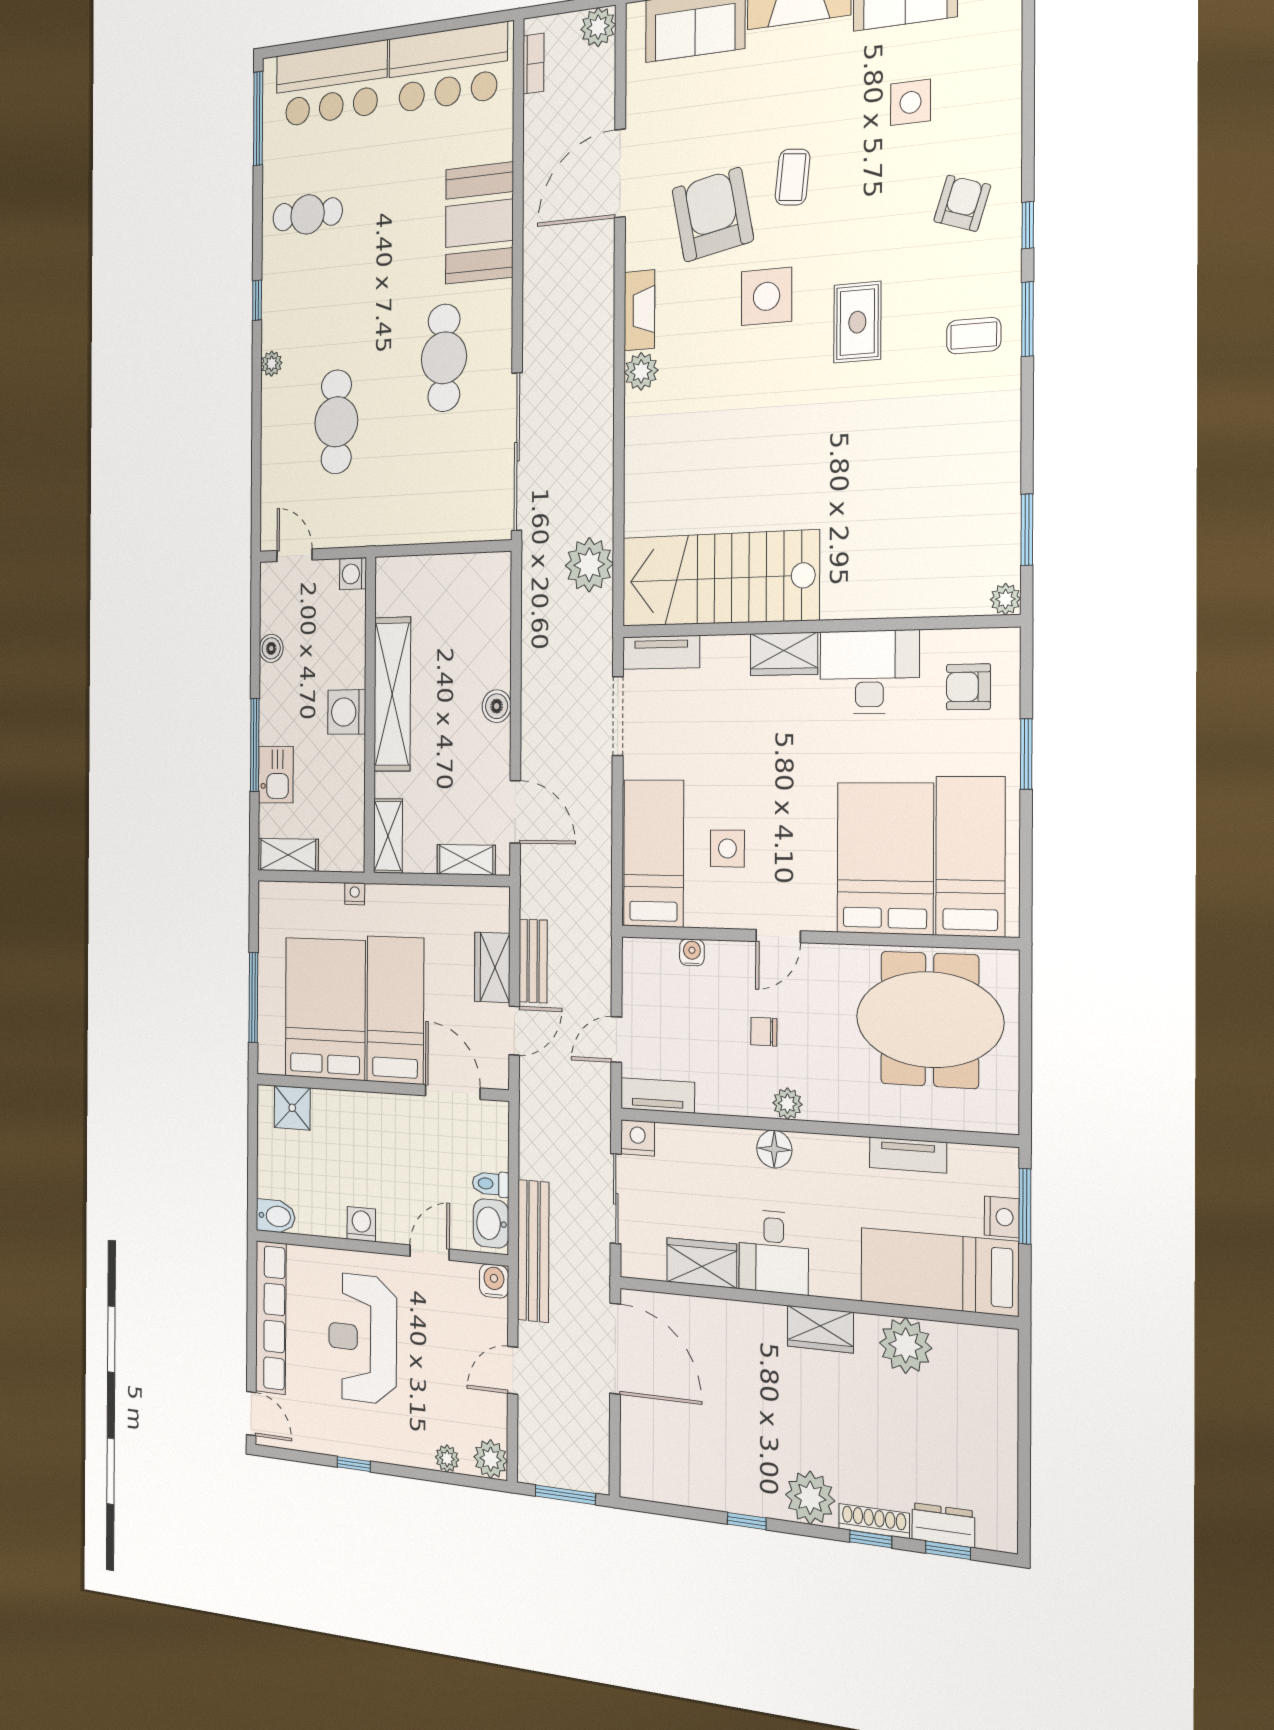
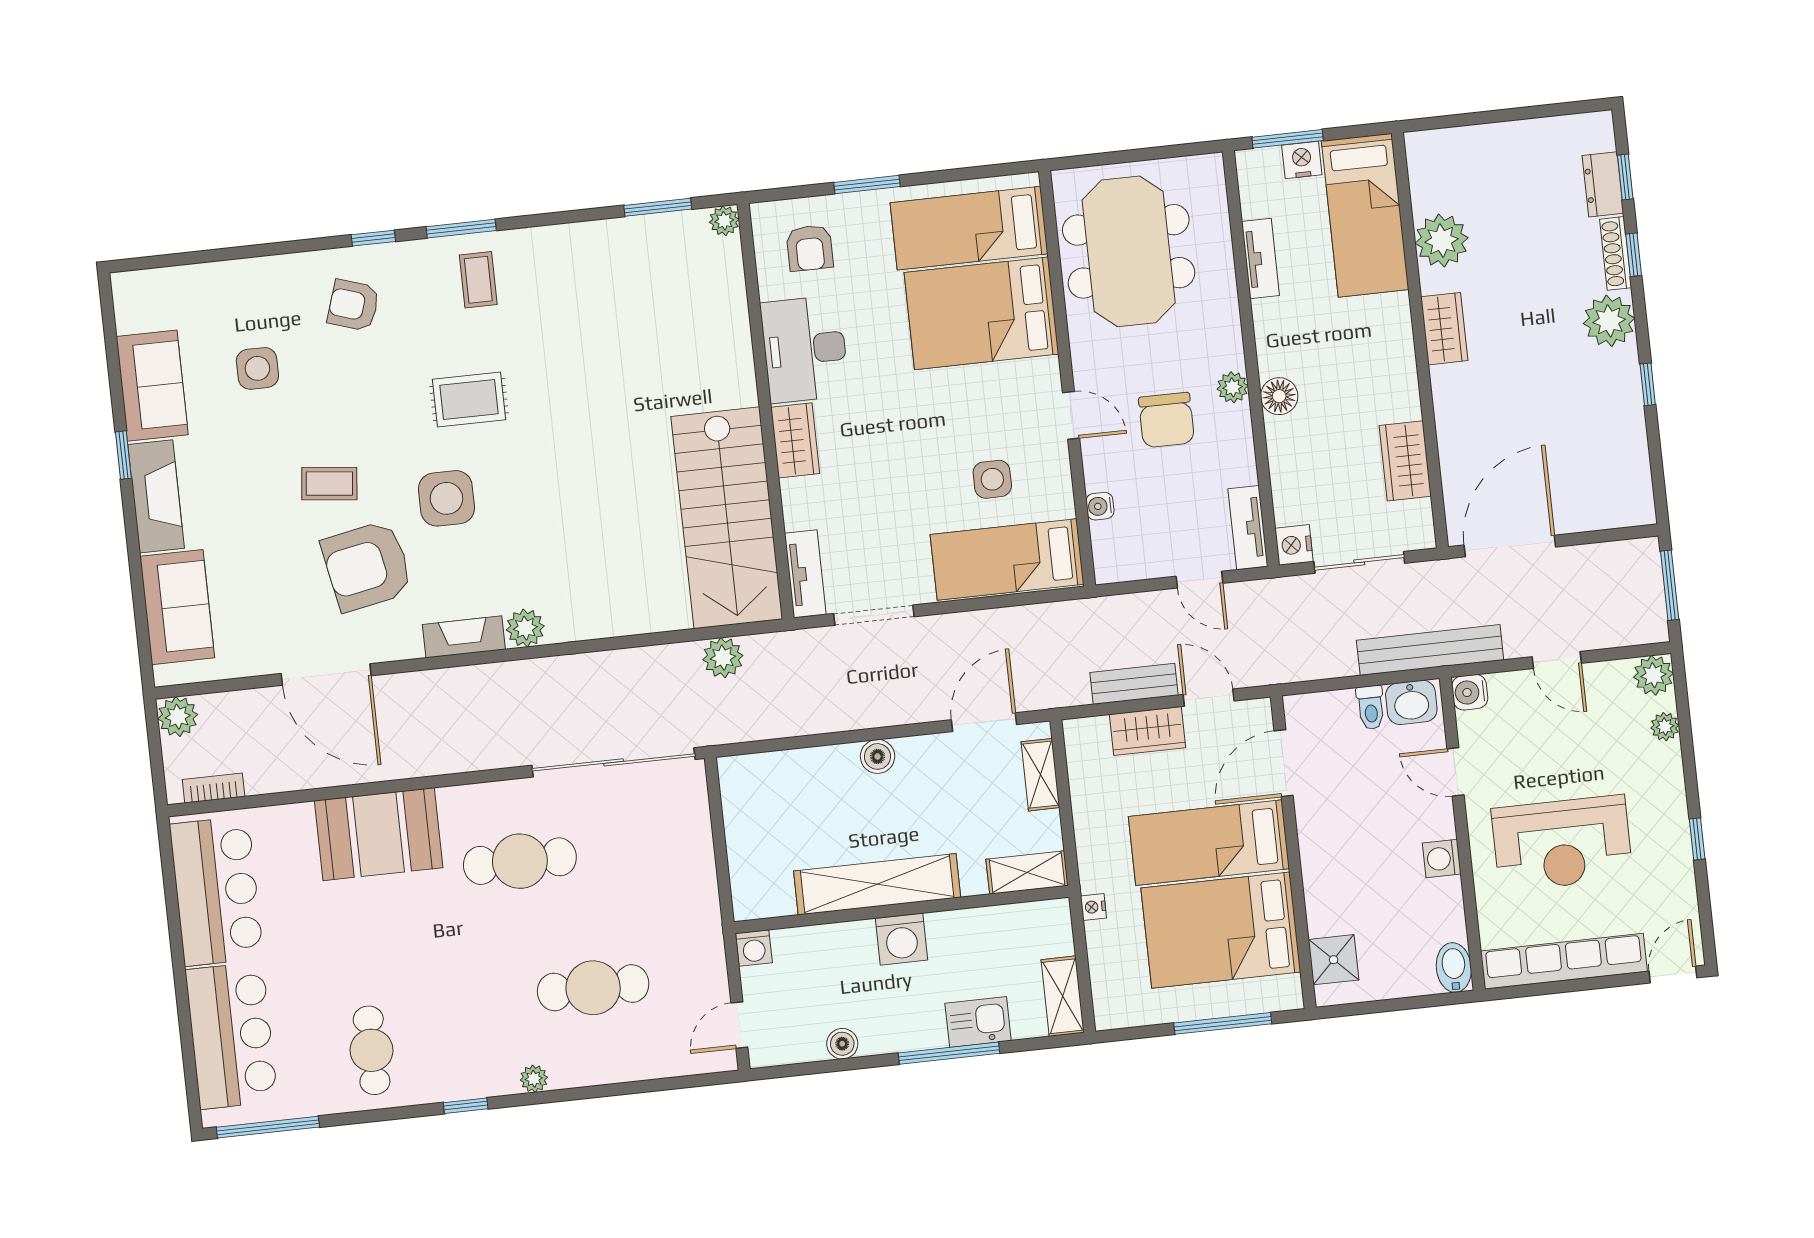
plant: (589, 565) -> (723, 658), width x0.73, depth x0.73
chair: (764, 1032) -> (1166, 420), width x1.87, depth x1.87
desk: (774, 1252) -> (1379, 386), removed

